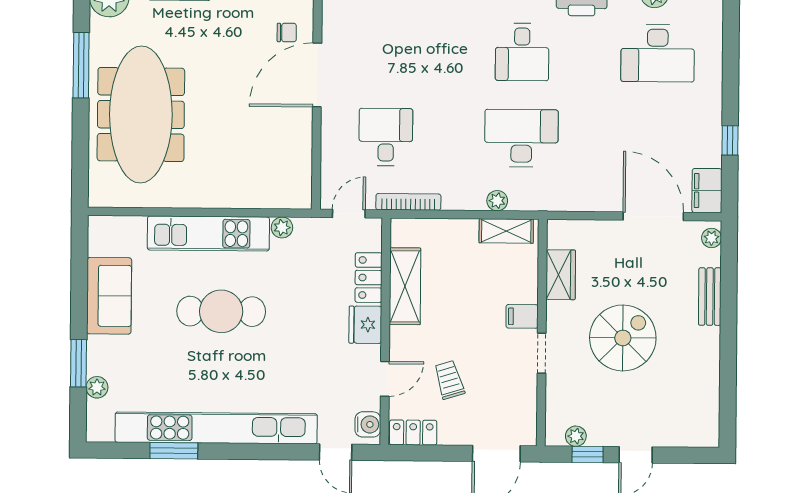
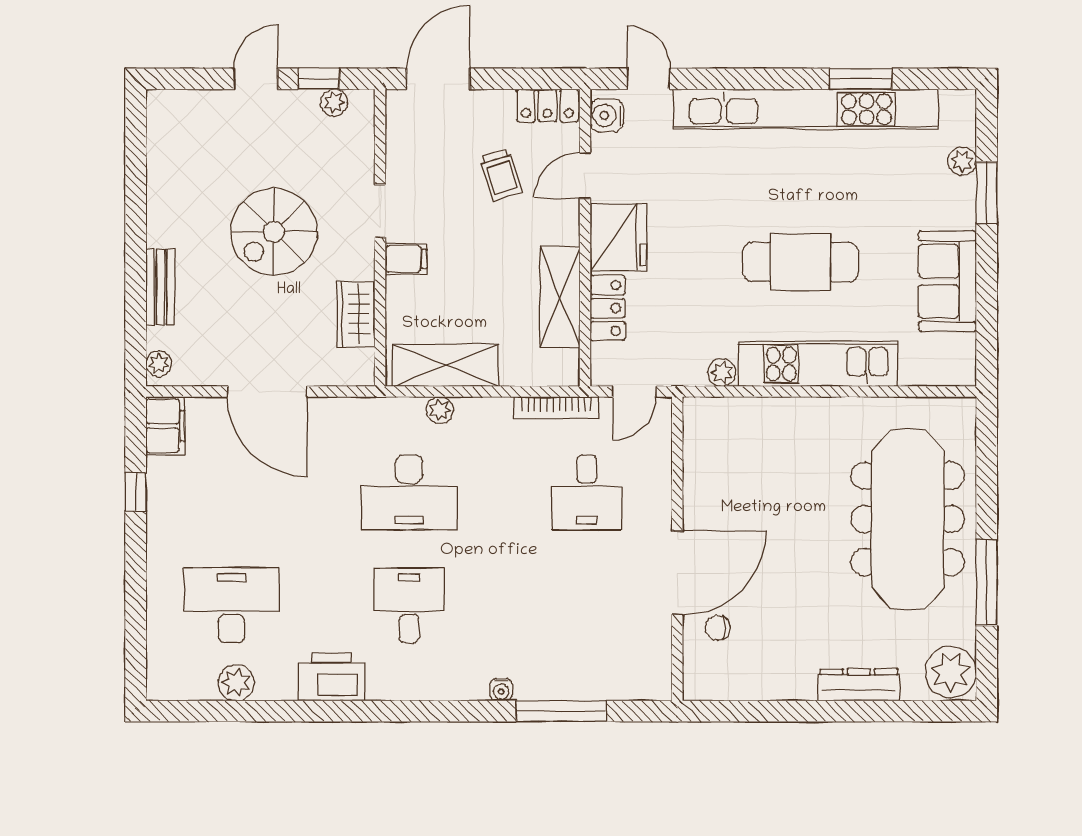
door: (653, 216) -> (267, 392), moved
shelving: (506, 231) -> (445, 365), width x1.50, depth x1.33
fridge: (365, 325) -> (619, 237), width x1.36, depth x1.34

